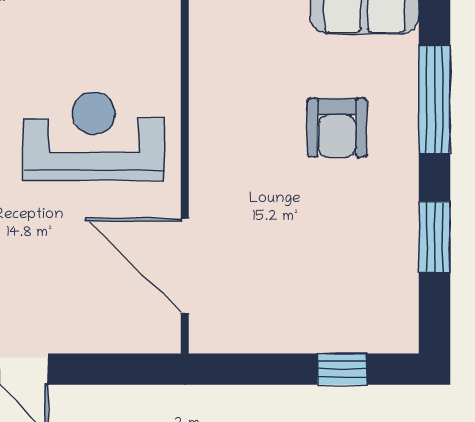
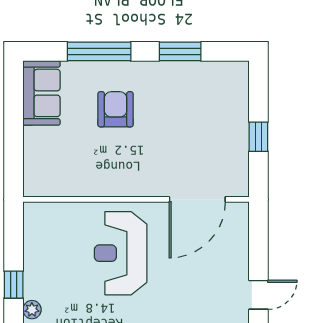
armchair: (337, 128) -> (116, 109), turned -90
window: (342, 369) -> (258, 137), moved

